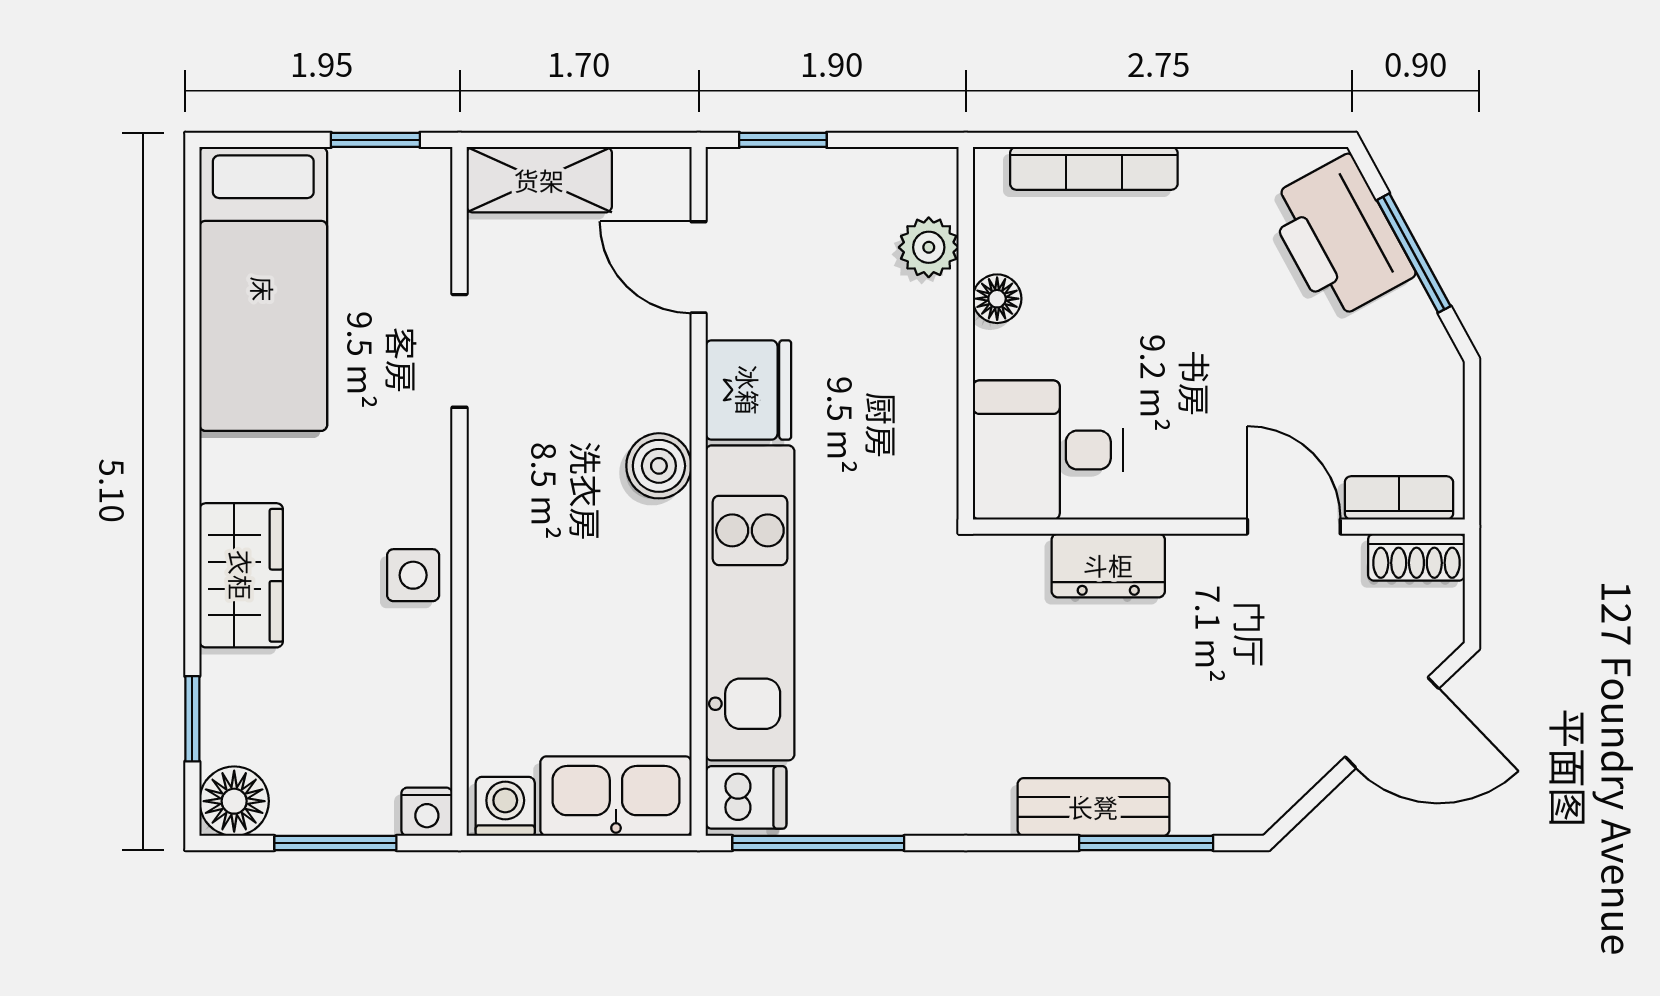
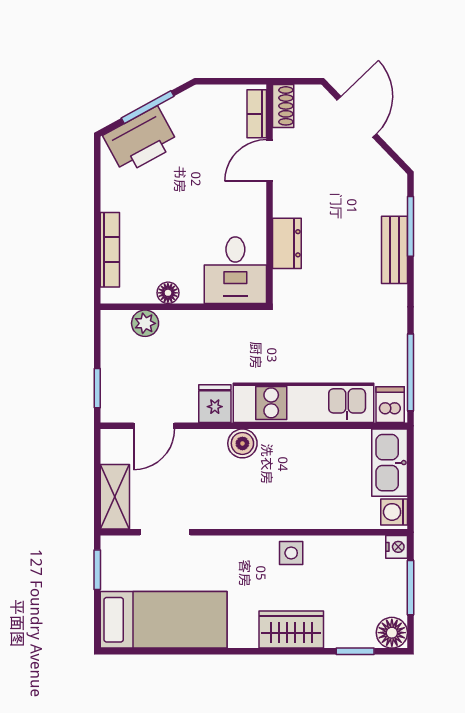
doorway: (460, 351) -> (165, 532), moved
fridge: (748, 390) -> (215, 404), width x0.72

